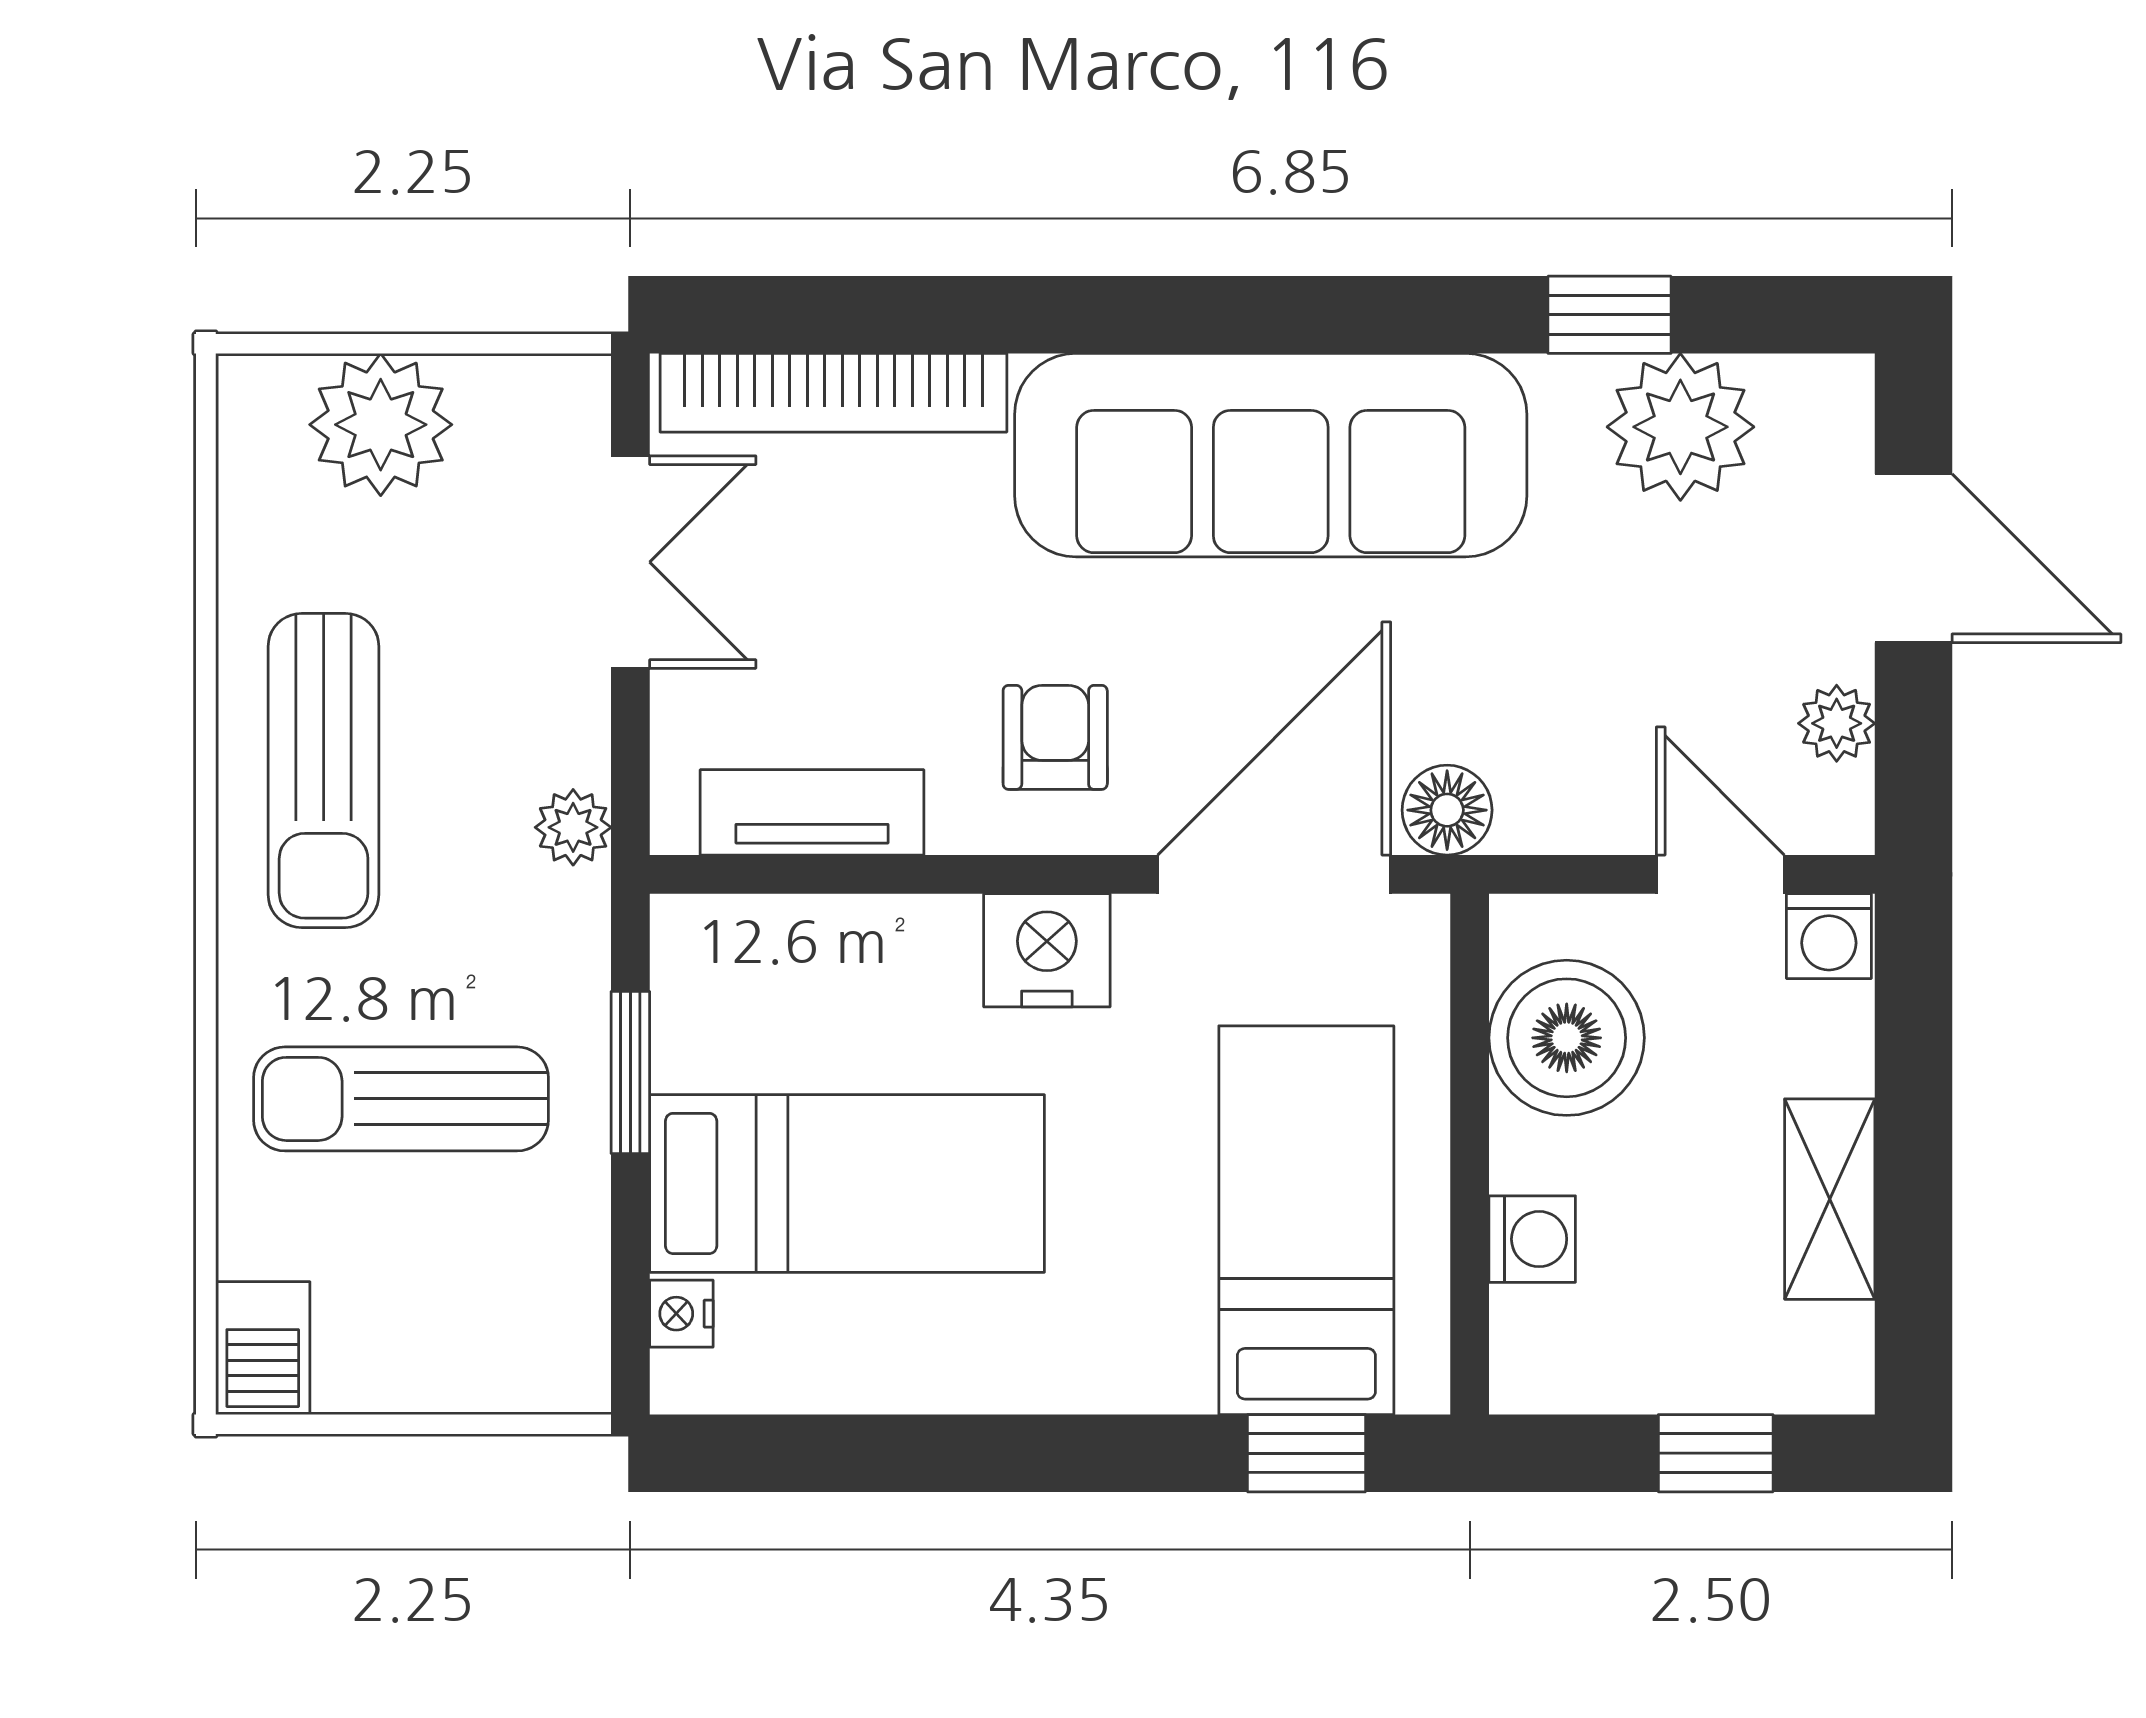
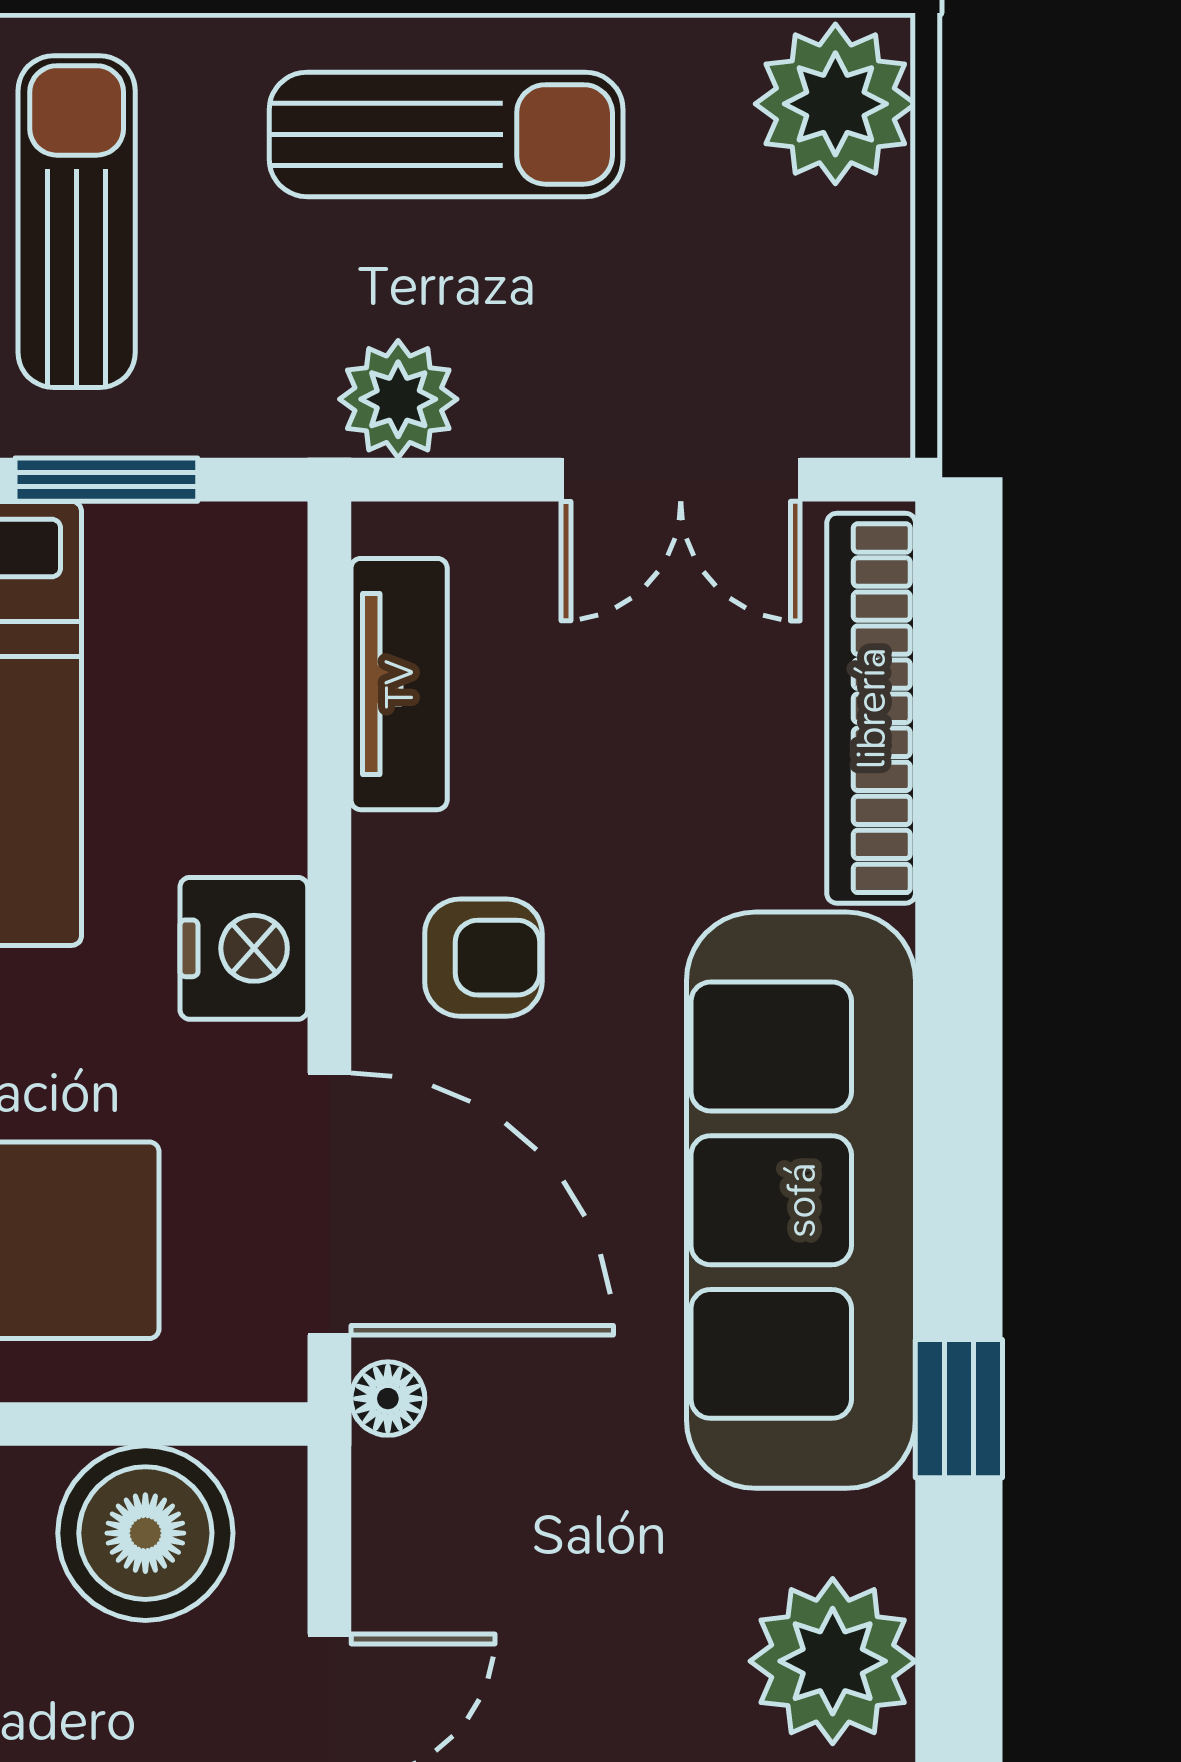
window: (1609, 315) -> (959, 1409), moved
plant: (381, 425) -> (835, 104), moved
sun lounger: (324, 770) -> (446, 134), turned 180
floor lamp: (1447, 810) -> (388, 1399), width x0.73, depth x0.73
plant: (573, 827) -> (398, 399), width x1.38, depth x1.38

